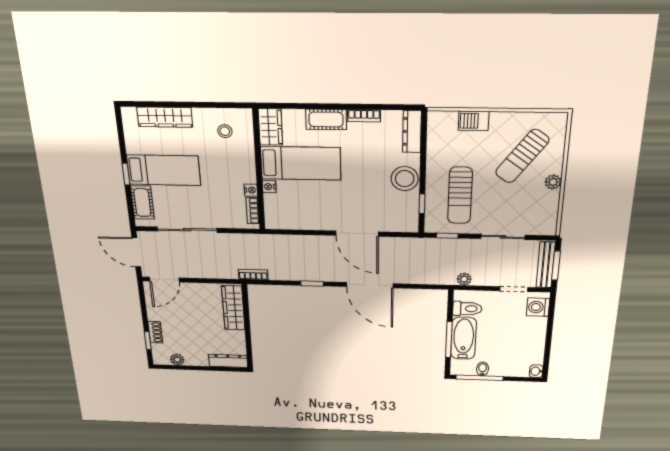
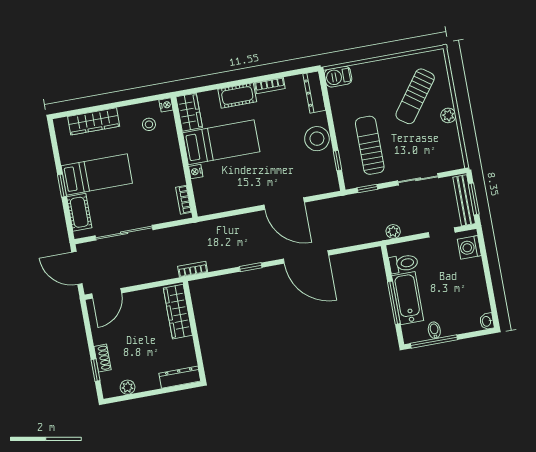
barbecue: (474, 121) -> (338, 77), moved
nightstand: (251, 190) -> (166, 105), moved
sun lounger: (460, 195) -> (370, 145), turned 180

